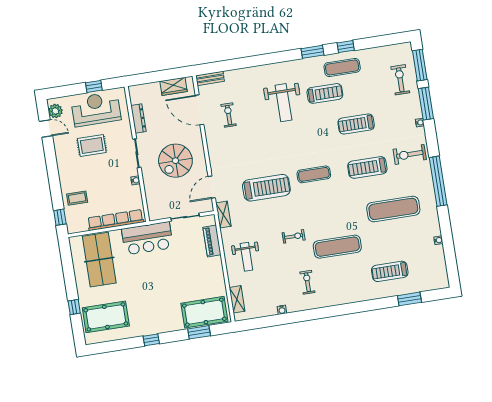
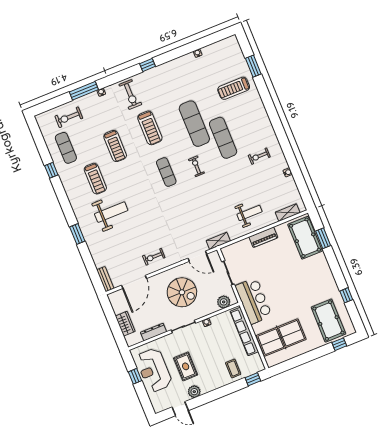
window: (313, 52) -> (77, 234), moved
window: (420, 65) -> (52, 104), removed
exercise mat: (342, 67) -> (66, 148), moved
wardrobe: (174, 86) -> (125, 324), moved
treadmill: (325, 93) -> (95, 179), turned 180
plant: (55, 111) -> (194, 392), moved
exercise bike: (229, 115) -> (154, 257), moved
door: (46, 128) -> (180, 409), swing flipped
window: (438, 181) -> (147, 65), width x0.32
treadmill: (266, 188) -> (187, 210), removed
plant: (154, 205) -> (224, 302), added
exercise mat: (393, 209) -> (194, 124), moved
exercise bike: (294, 236) -> (196, 166), moved
piano: (212, 241) -> (263, 237), moved
treadmill: (390, 271) -> (234, 88), turned 90
window: (74, 307) -> (339, 344), moved
window: (151, 340) -> (346, 295), moved

